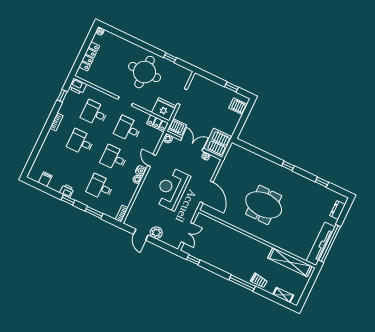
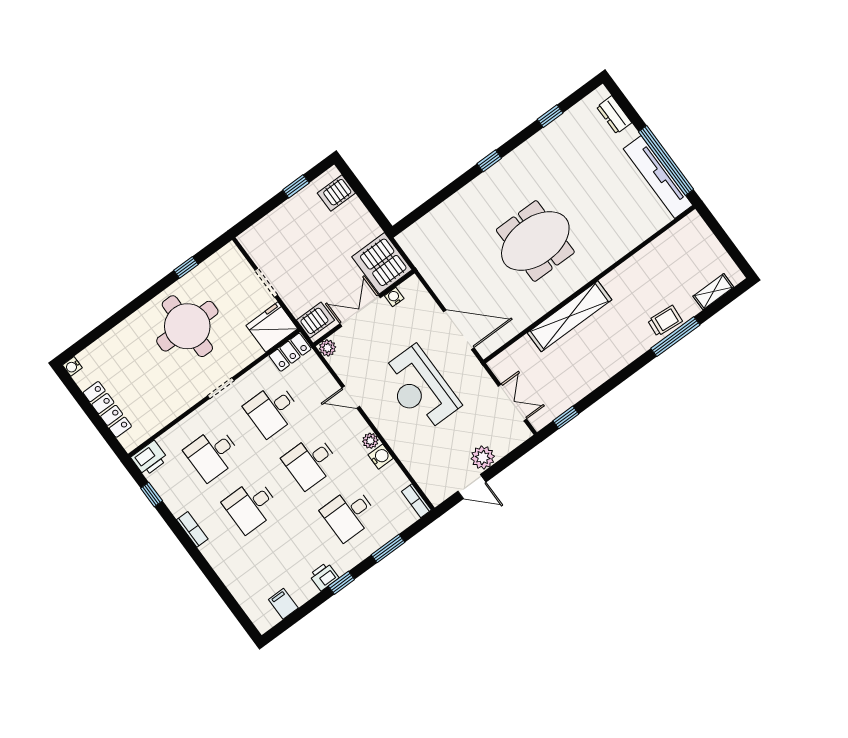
water cooler: (141, 171) -> (381, 457), moved
shelving: (290, 262) -> (569, 316), moved
window: (242, 283) -> (675, 337), moved

